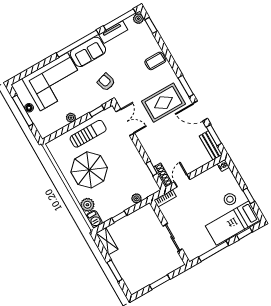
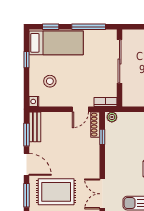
plant: (137, 198) -> (112, 117), moved
stool: (230, 199) -> (50, 81), moved
sliding door: (173, 237) -> (120, 61), width x1.37

